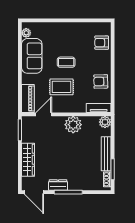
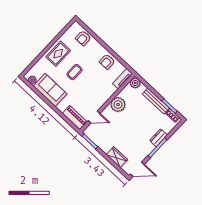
rug: (62, 87) -> (58, 54), moved
door: (44, 114) -> (94, 117), swing flipped
wardrobe: (28, 160) -> (117, 157), width x0.67
dresser: (58, 185) -> (158, 138), moved

